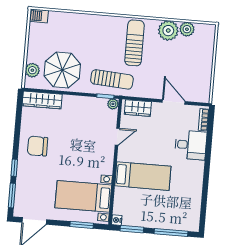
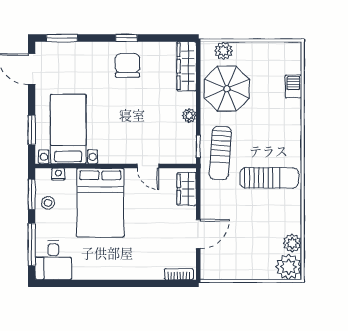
barbecue: (39, 16) -> (293, 86), moved
plant: (168, 31) -> (289, 267), moved
plant: (113, 104) -> (189, 115), moved
desk: (191, 145) -> (53, 260), moved
window: (14, 168) -> (126, 38), moved
bed: (143, 176) -> (100, 203), width x1.50
stool: (140, 217) -> (48, 203), added
nightstand: (117, 220) -> (58, 174), moved

